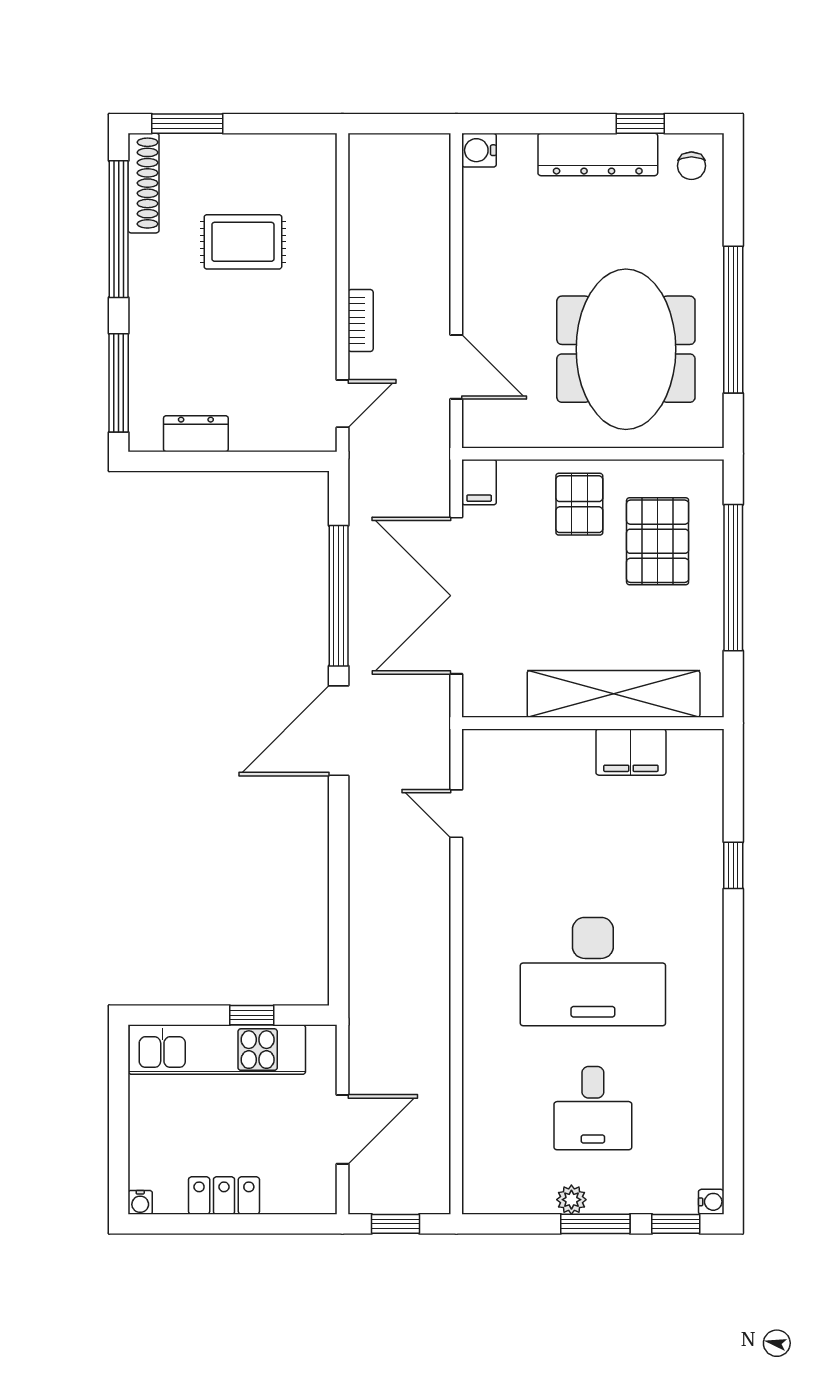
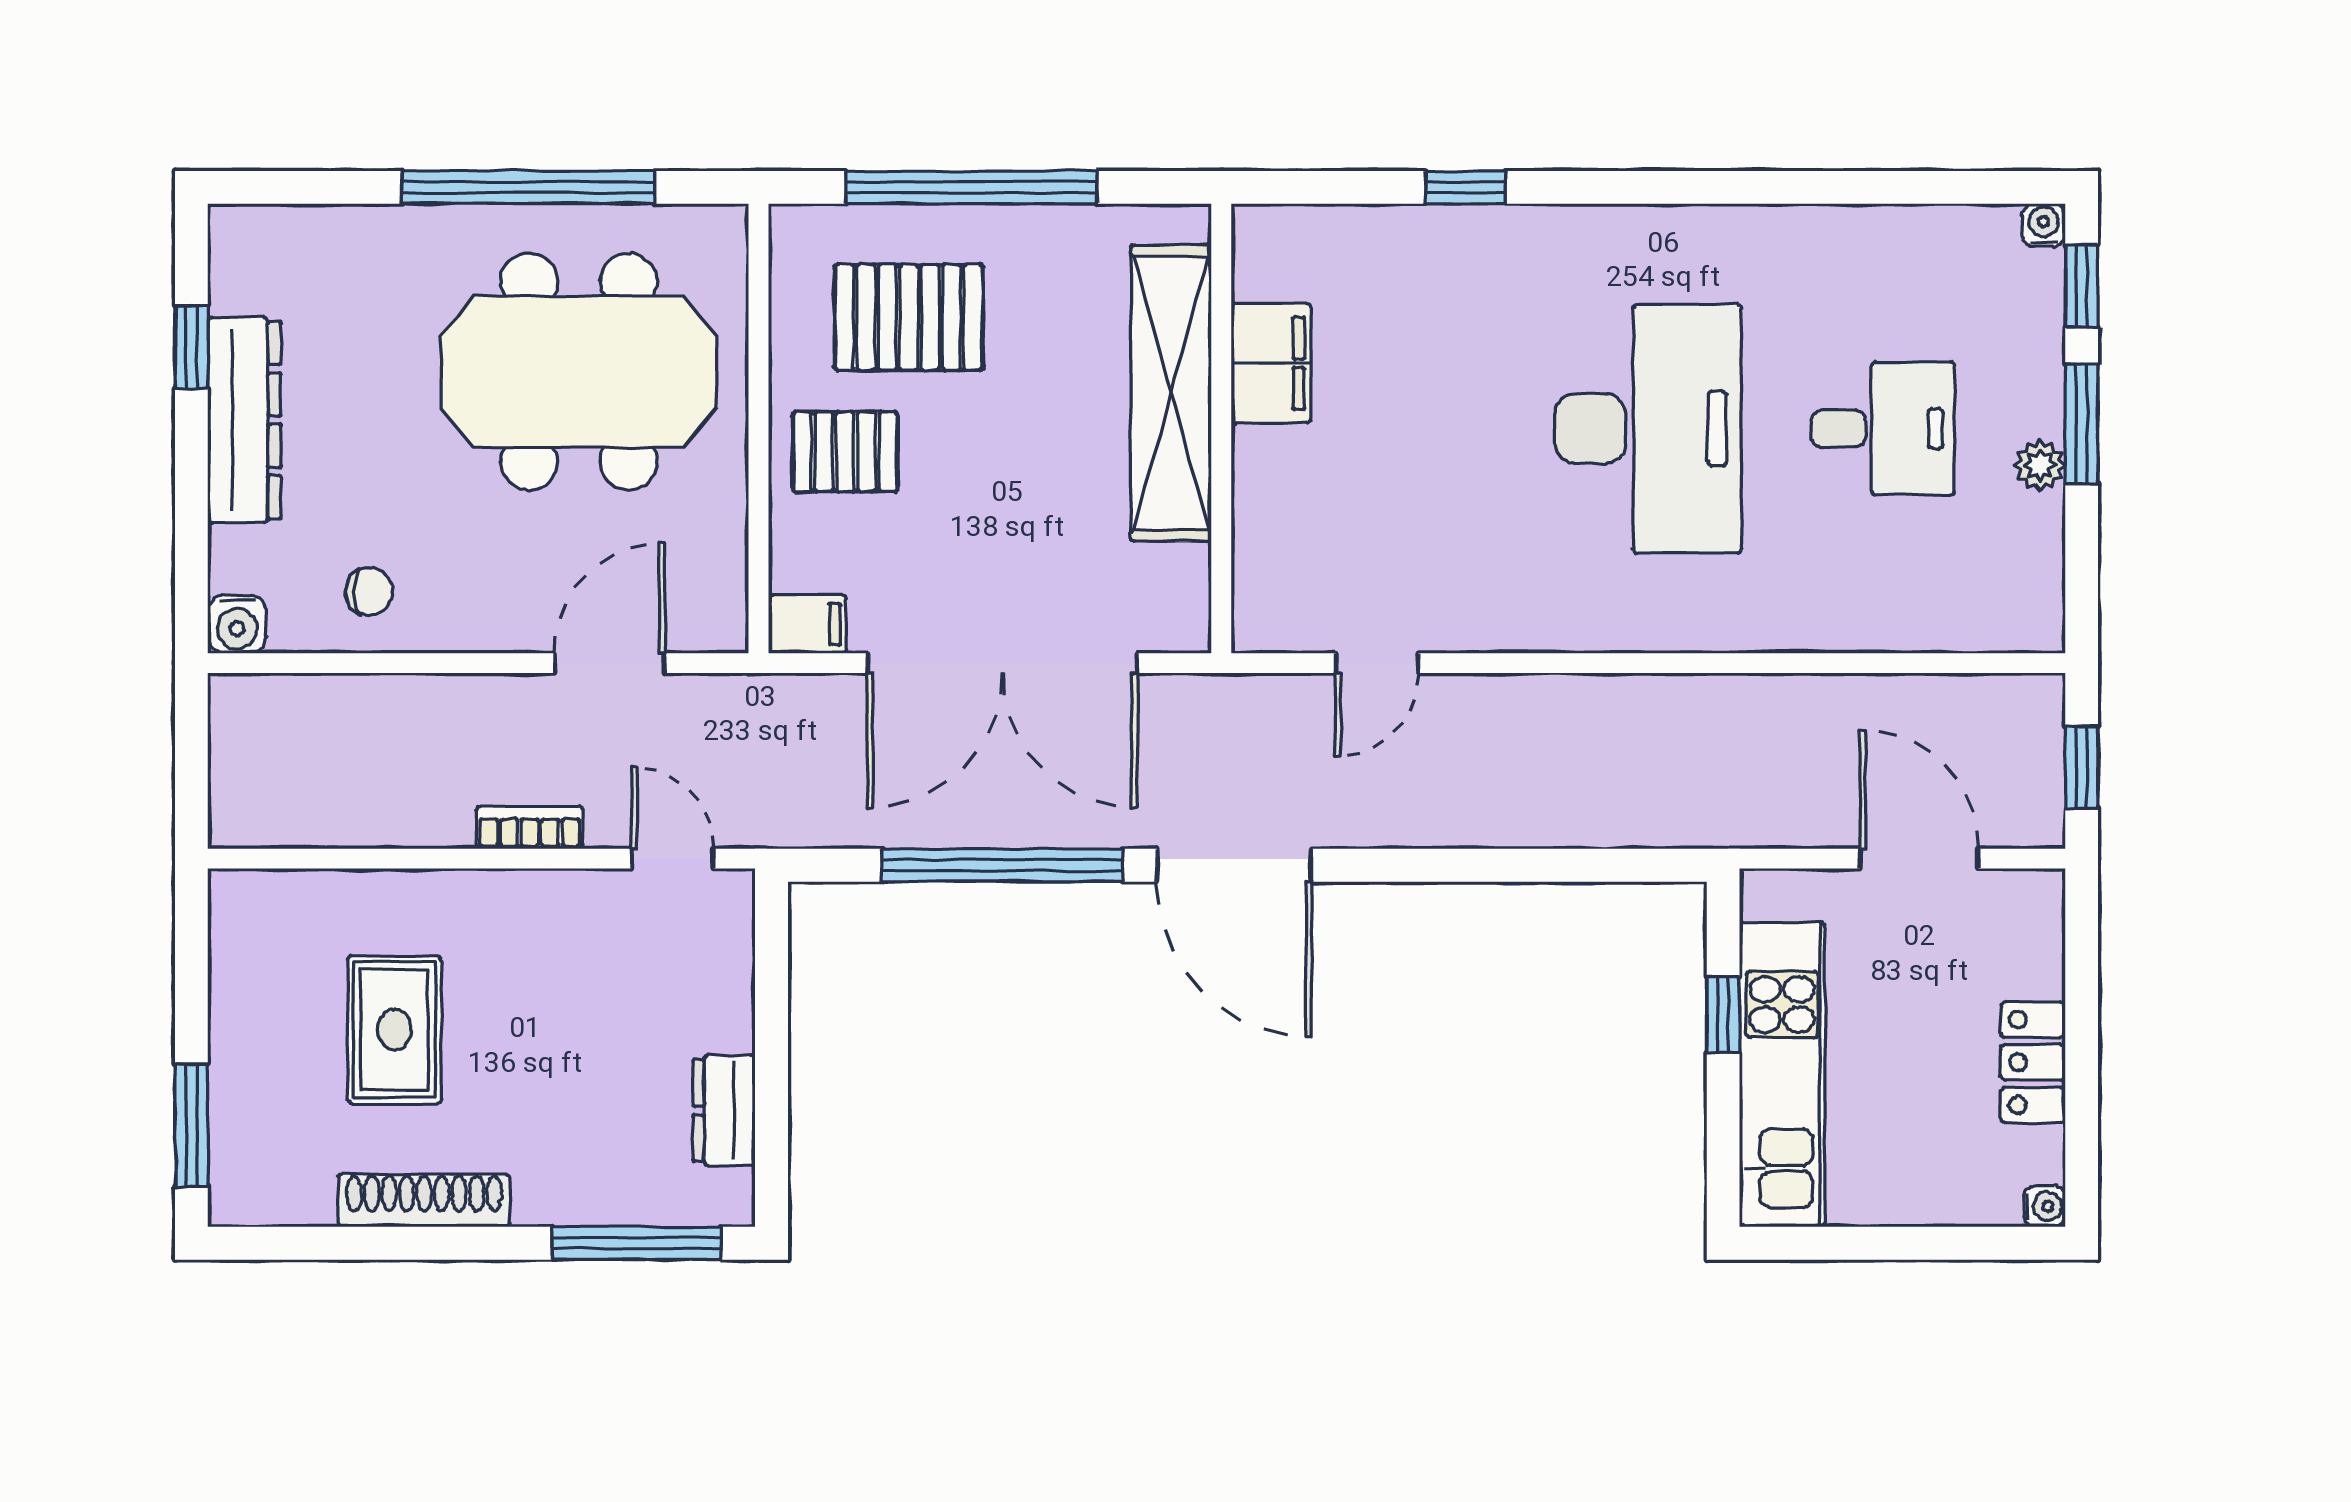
chair: (691, 166) -> (369, 591), moved
shoe rack: (144, 183) -> (424, 1200), moved
window: (119, 229) -> (373, 1243), removed

